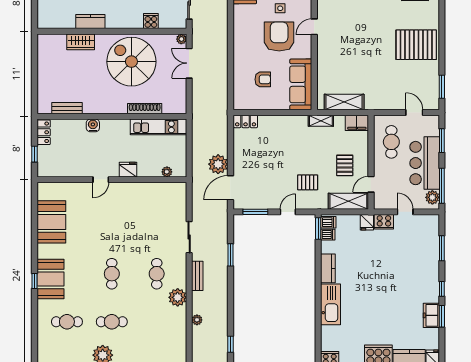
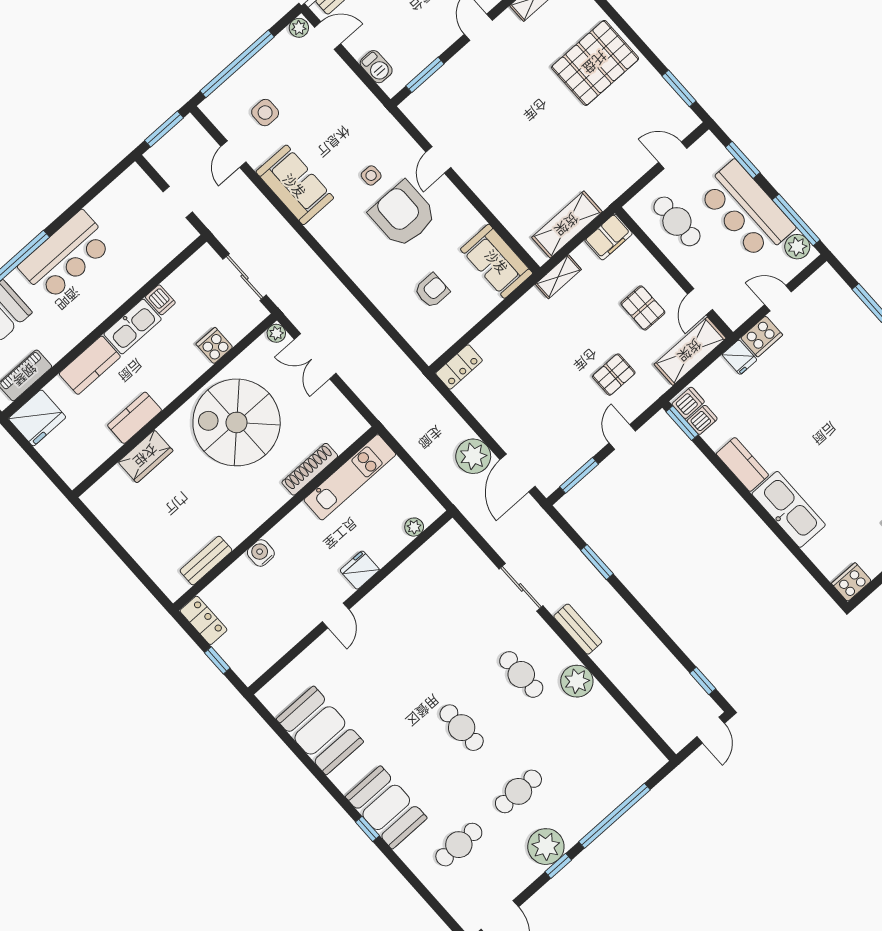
sofa: (301, 84) -> (497, 261), width x0.73
plant: (197, 320) -> (629, 688), removed

